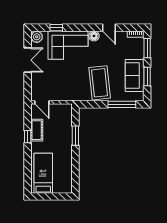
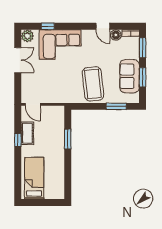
floor lamp: (94, 36) -> (116, 35), moved
window: (122, 104) -> (116, 106), width x0.69

